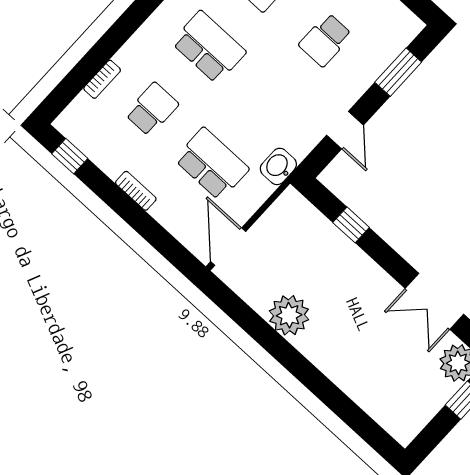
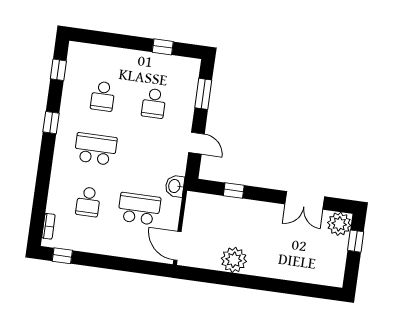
bookcase: (102, 79) -> (48, 226), moved
school desk: (152, 109) -> (88, 202), turned 180
bookcase: (136, 191) -> (109, 250), removed

